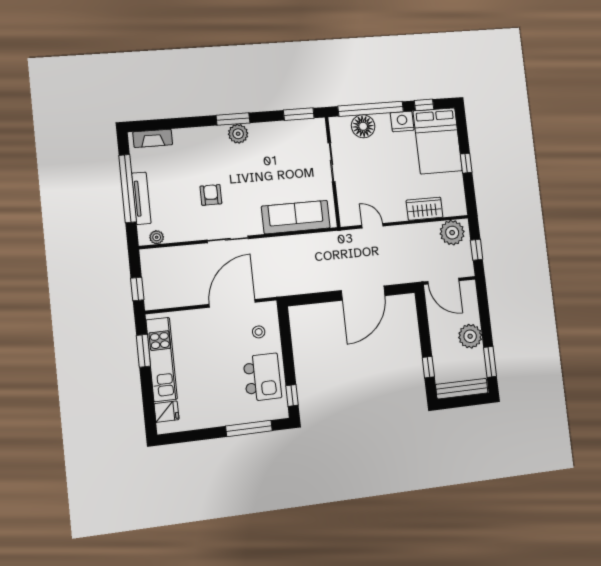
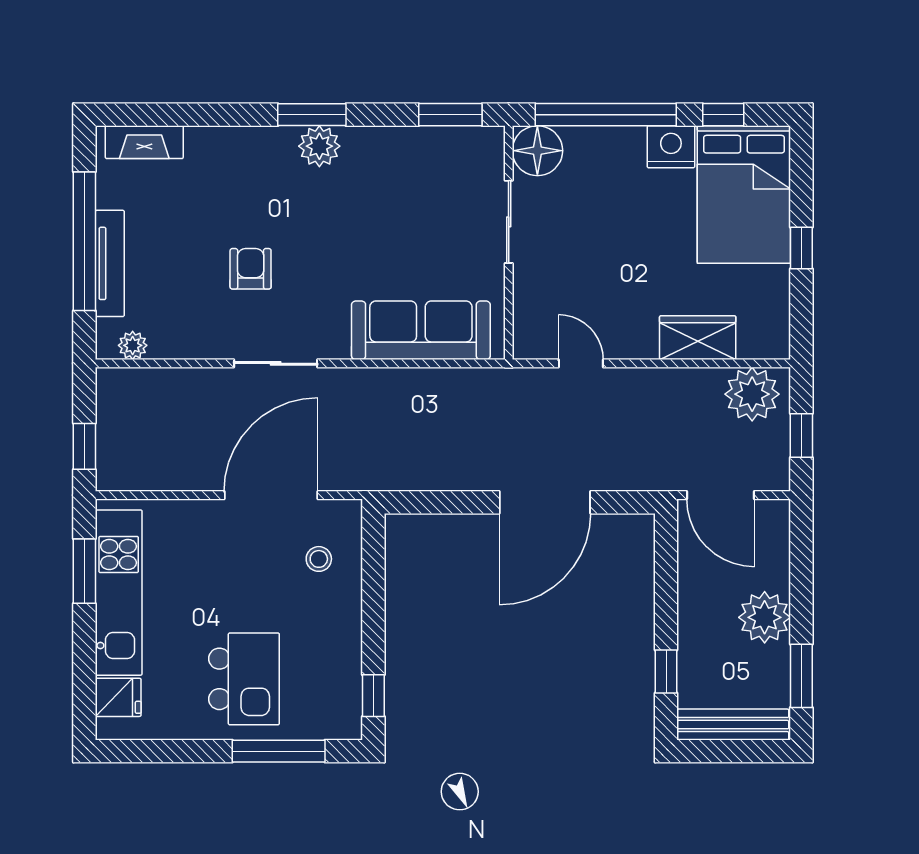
floor lamp: (363, 126) -> (537, 151), moved
kitchen island: (262, 377) -> (244, 679), moved

